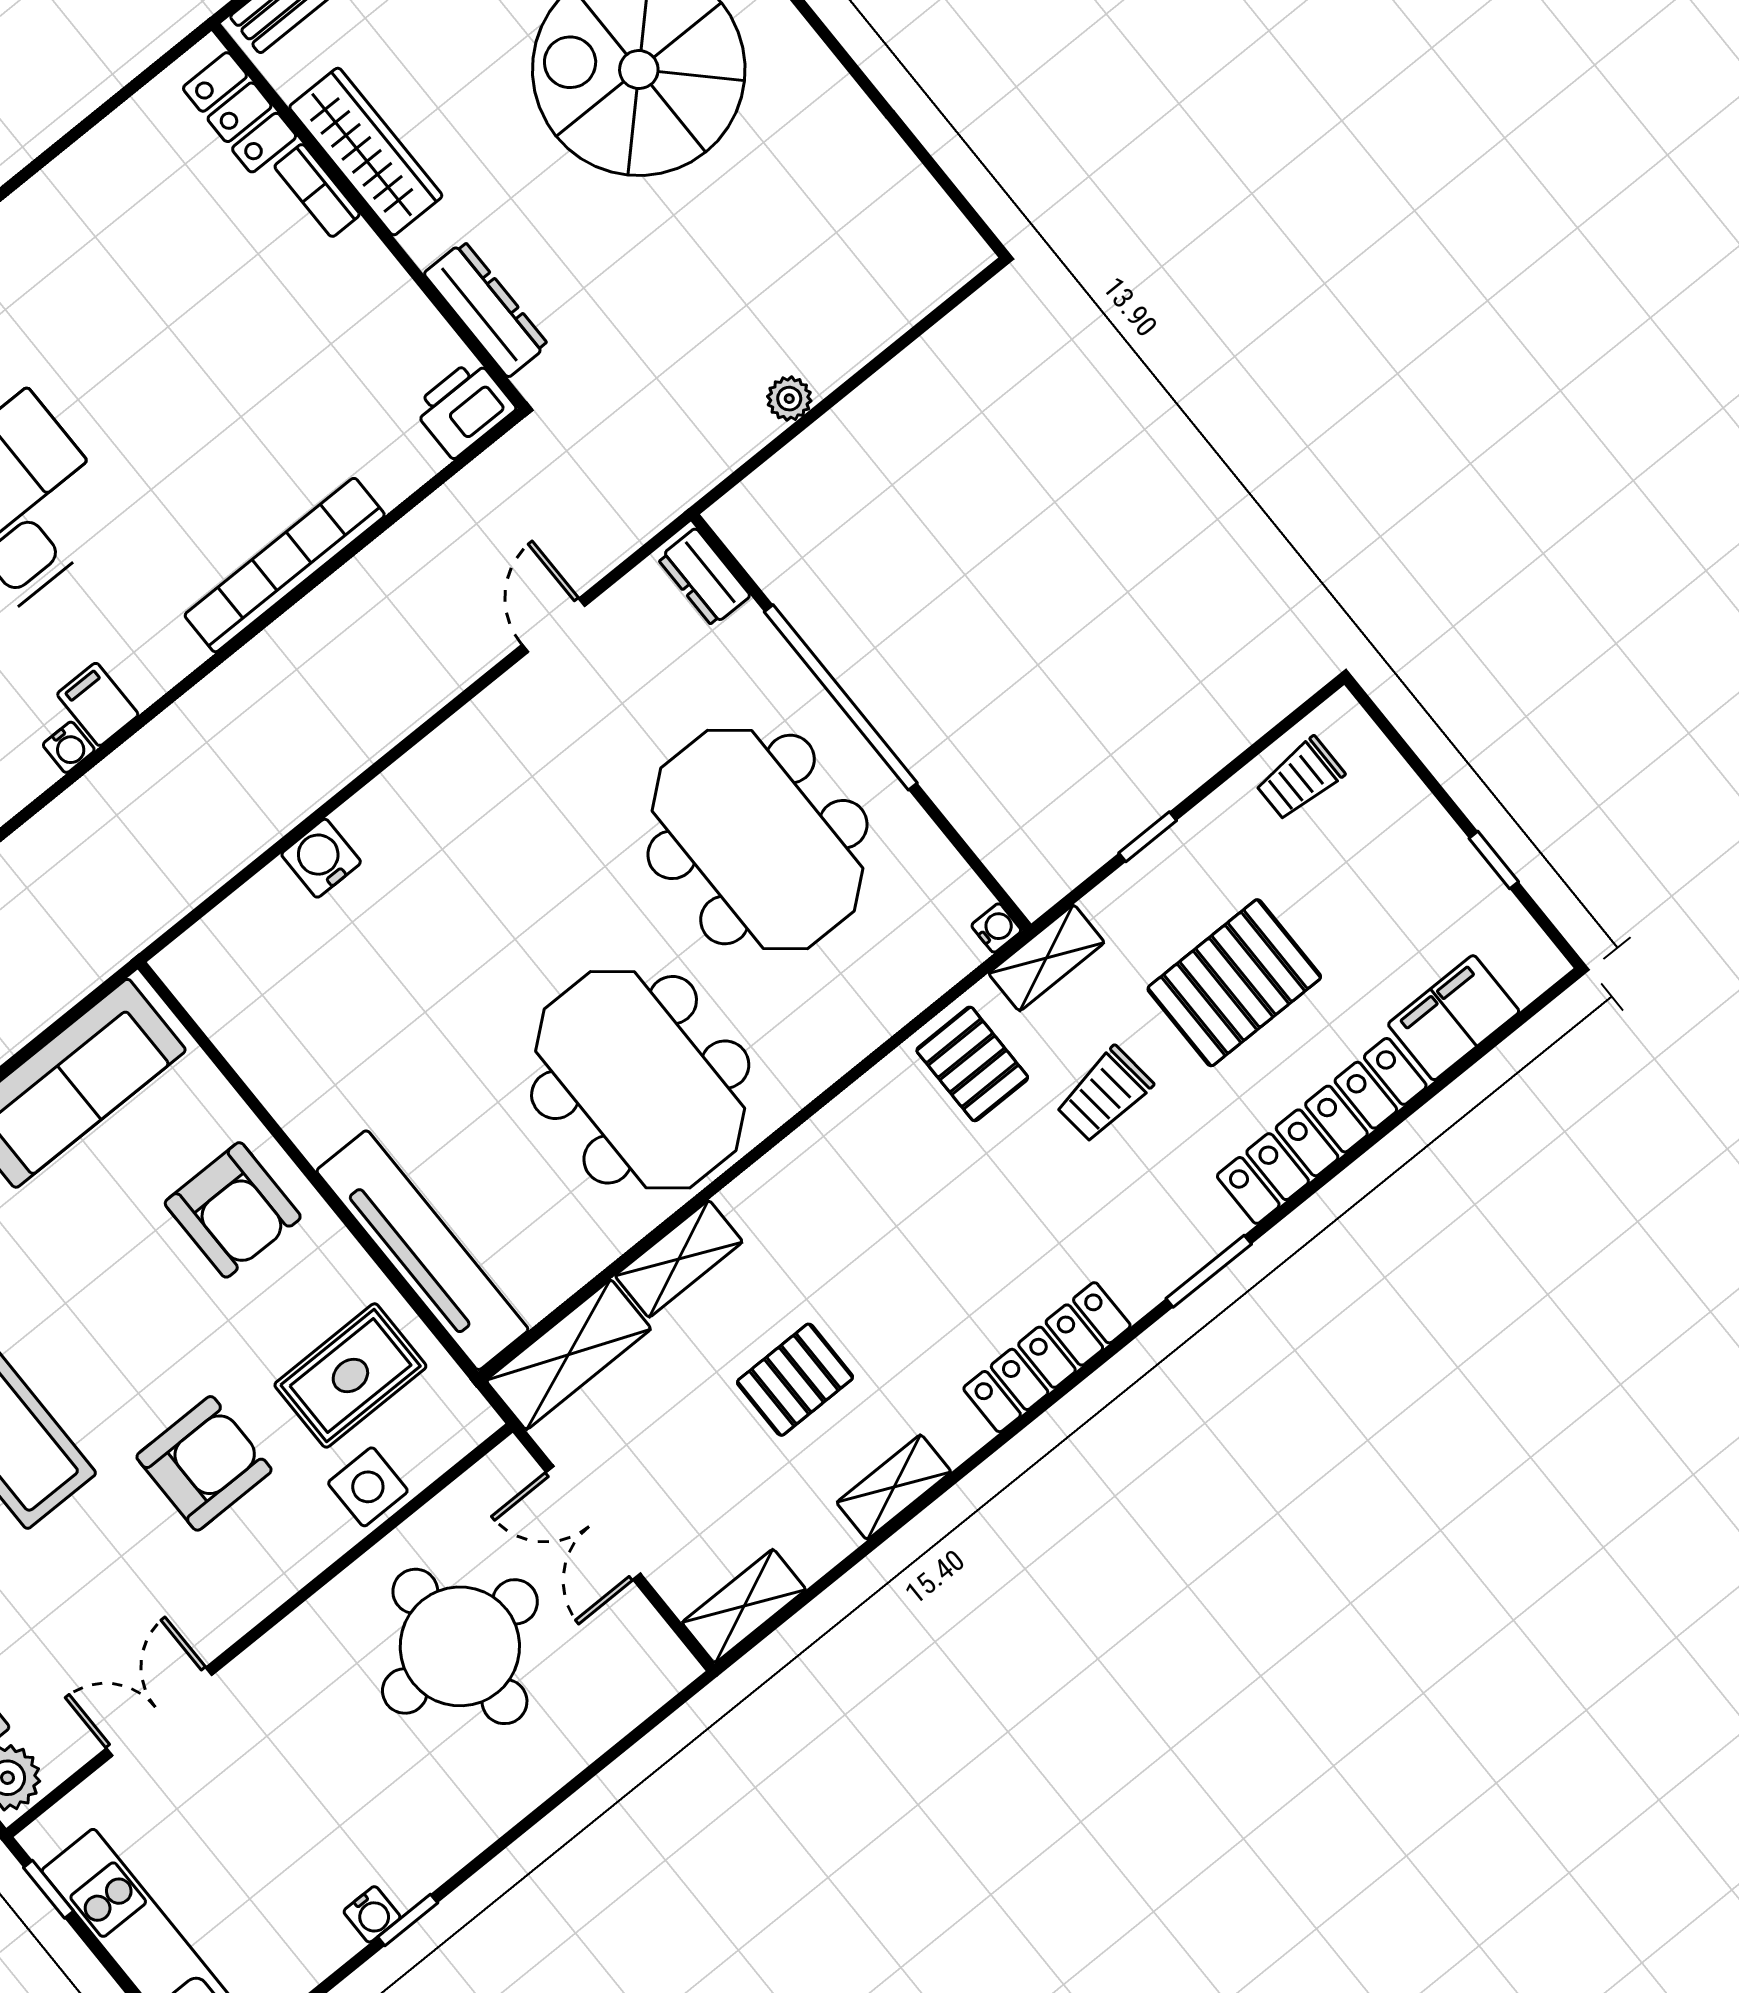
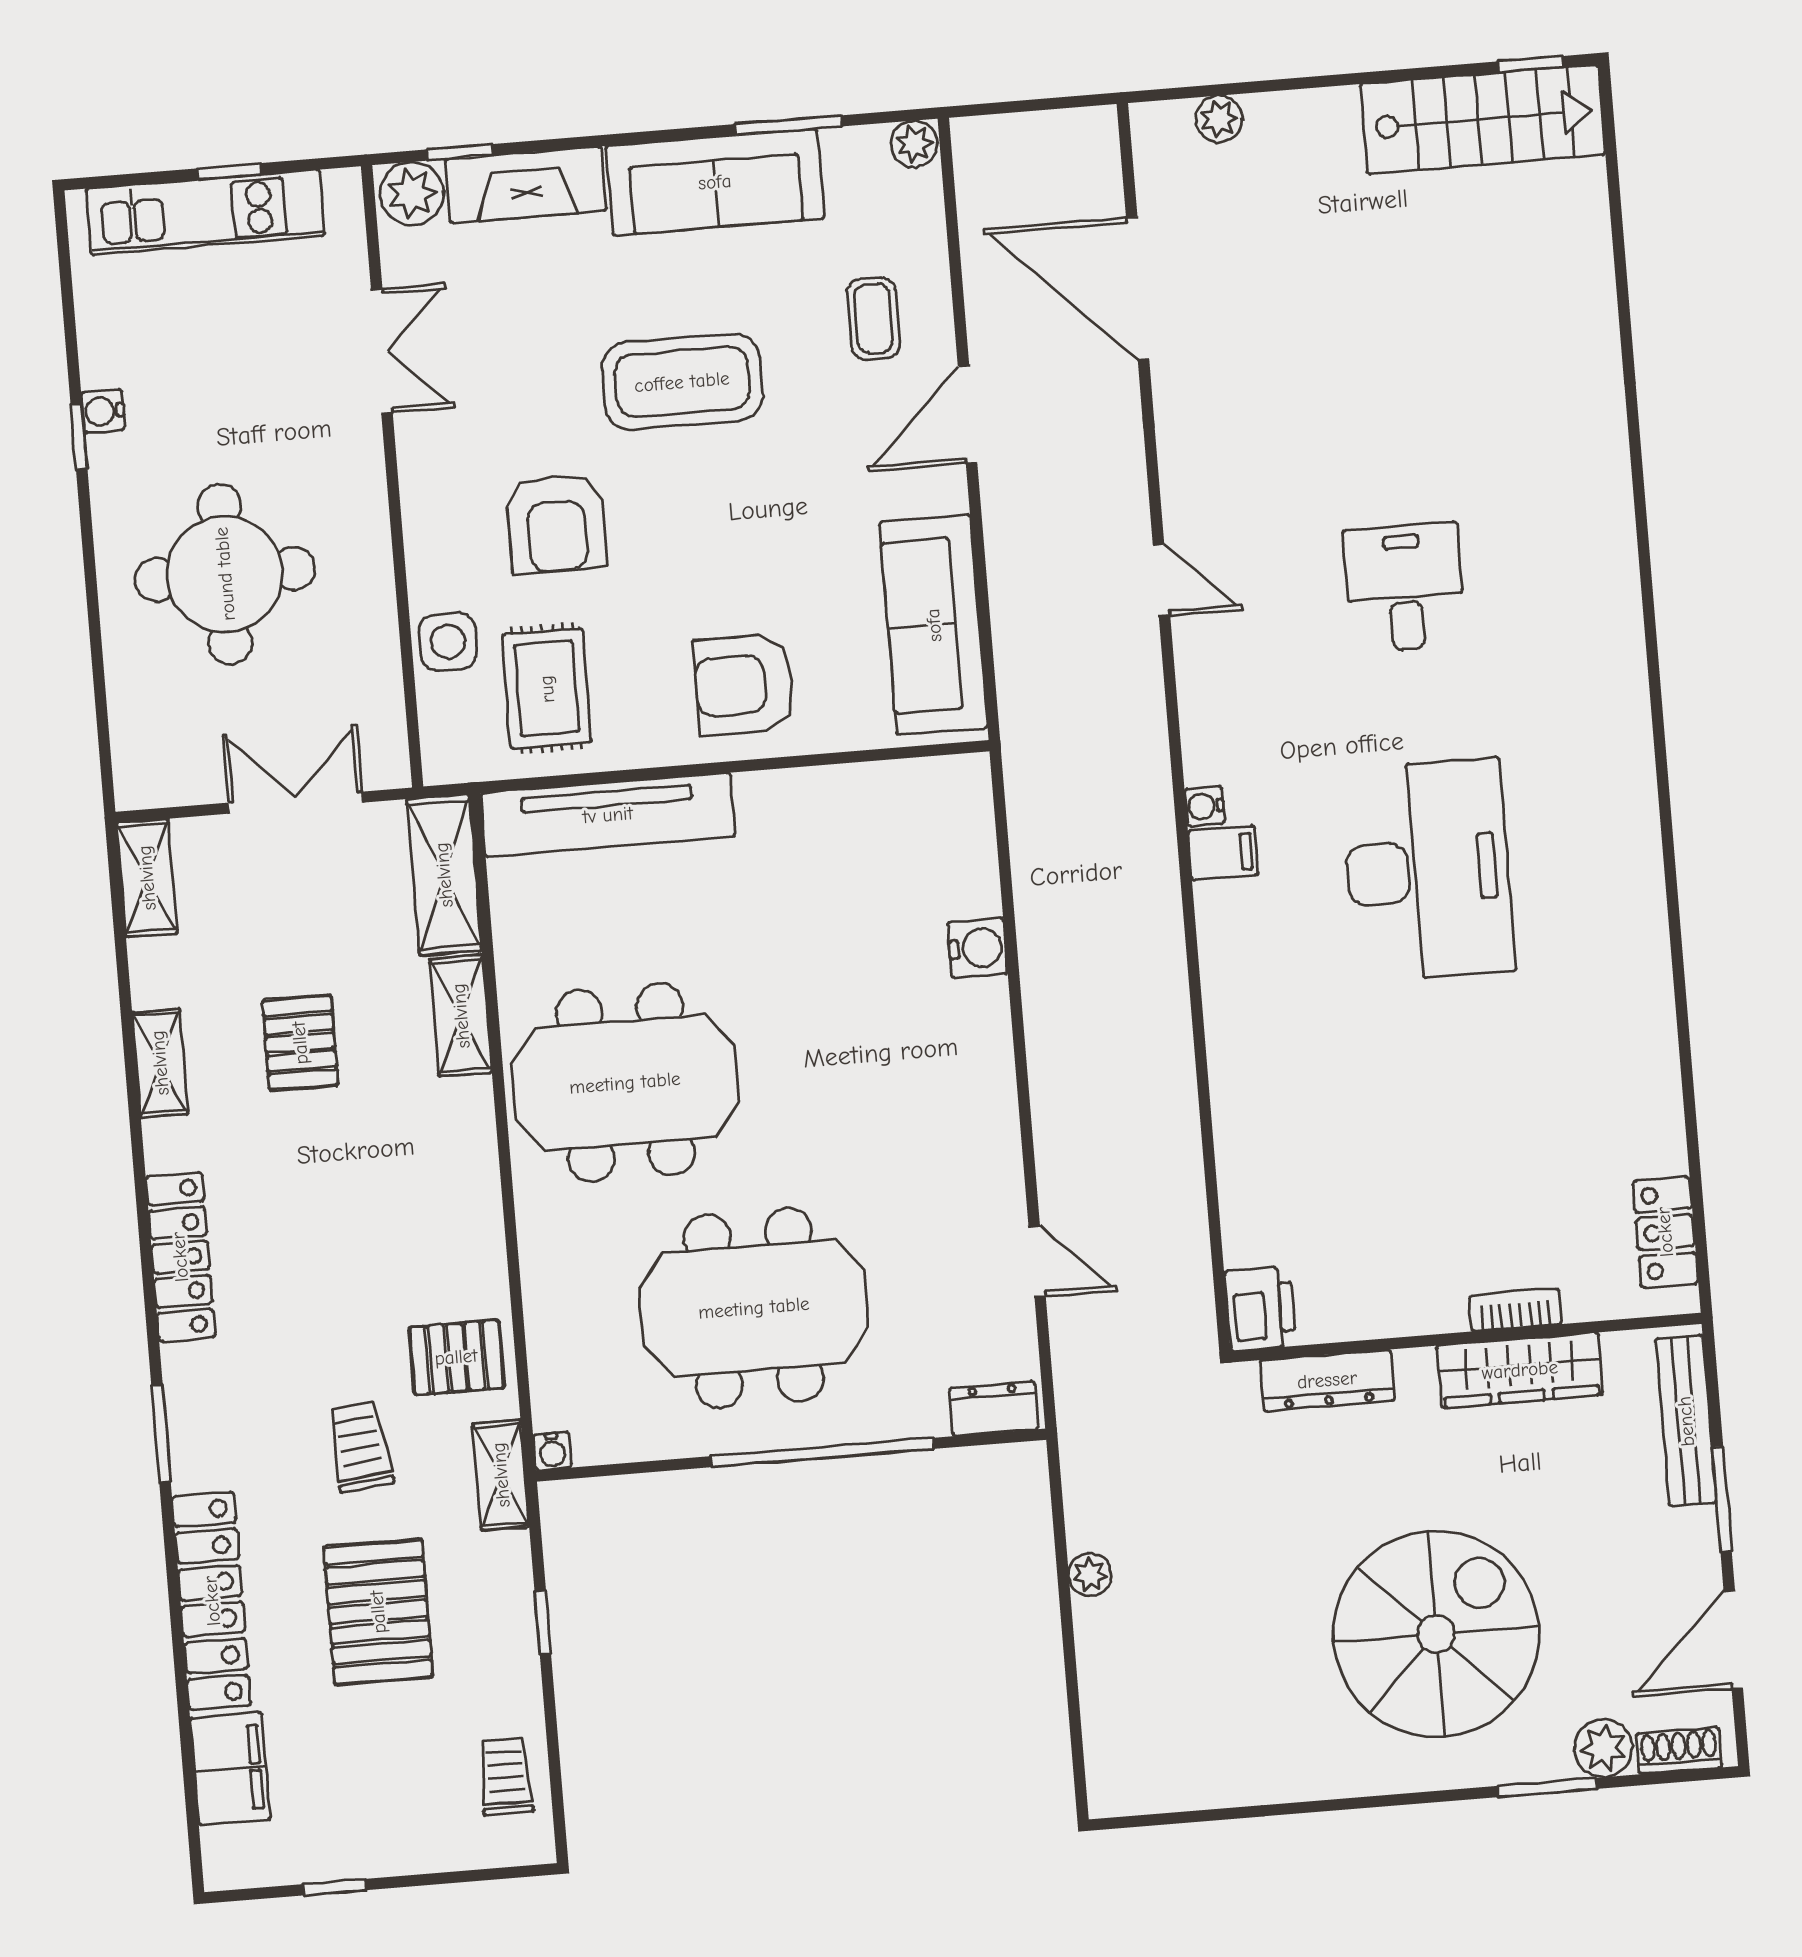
locker: (240, 112) -> (1665, 1232), moved, turned -90
bookcase: (285, 565) -> (1232, 1079), removed
round table: (460, 1646) -> (225, 574), moved
window: (48, 1889) -> (229, 171), moved

